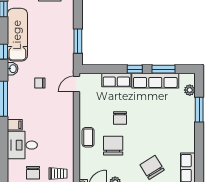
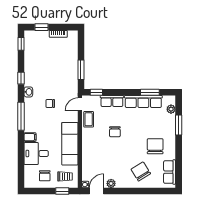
exam couch: (17, 35) -> (70, 144), moved, turned 180
window: (135, 69) -> (96, 92), moved
coffee table: (88, 137) -> (89, 119), moved
chair: (113, 146) -> (155, 146), moved

